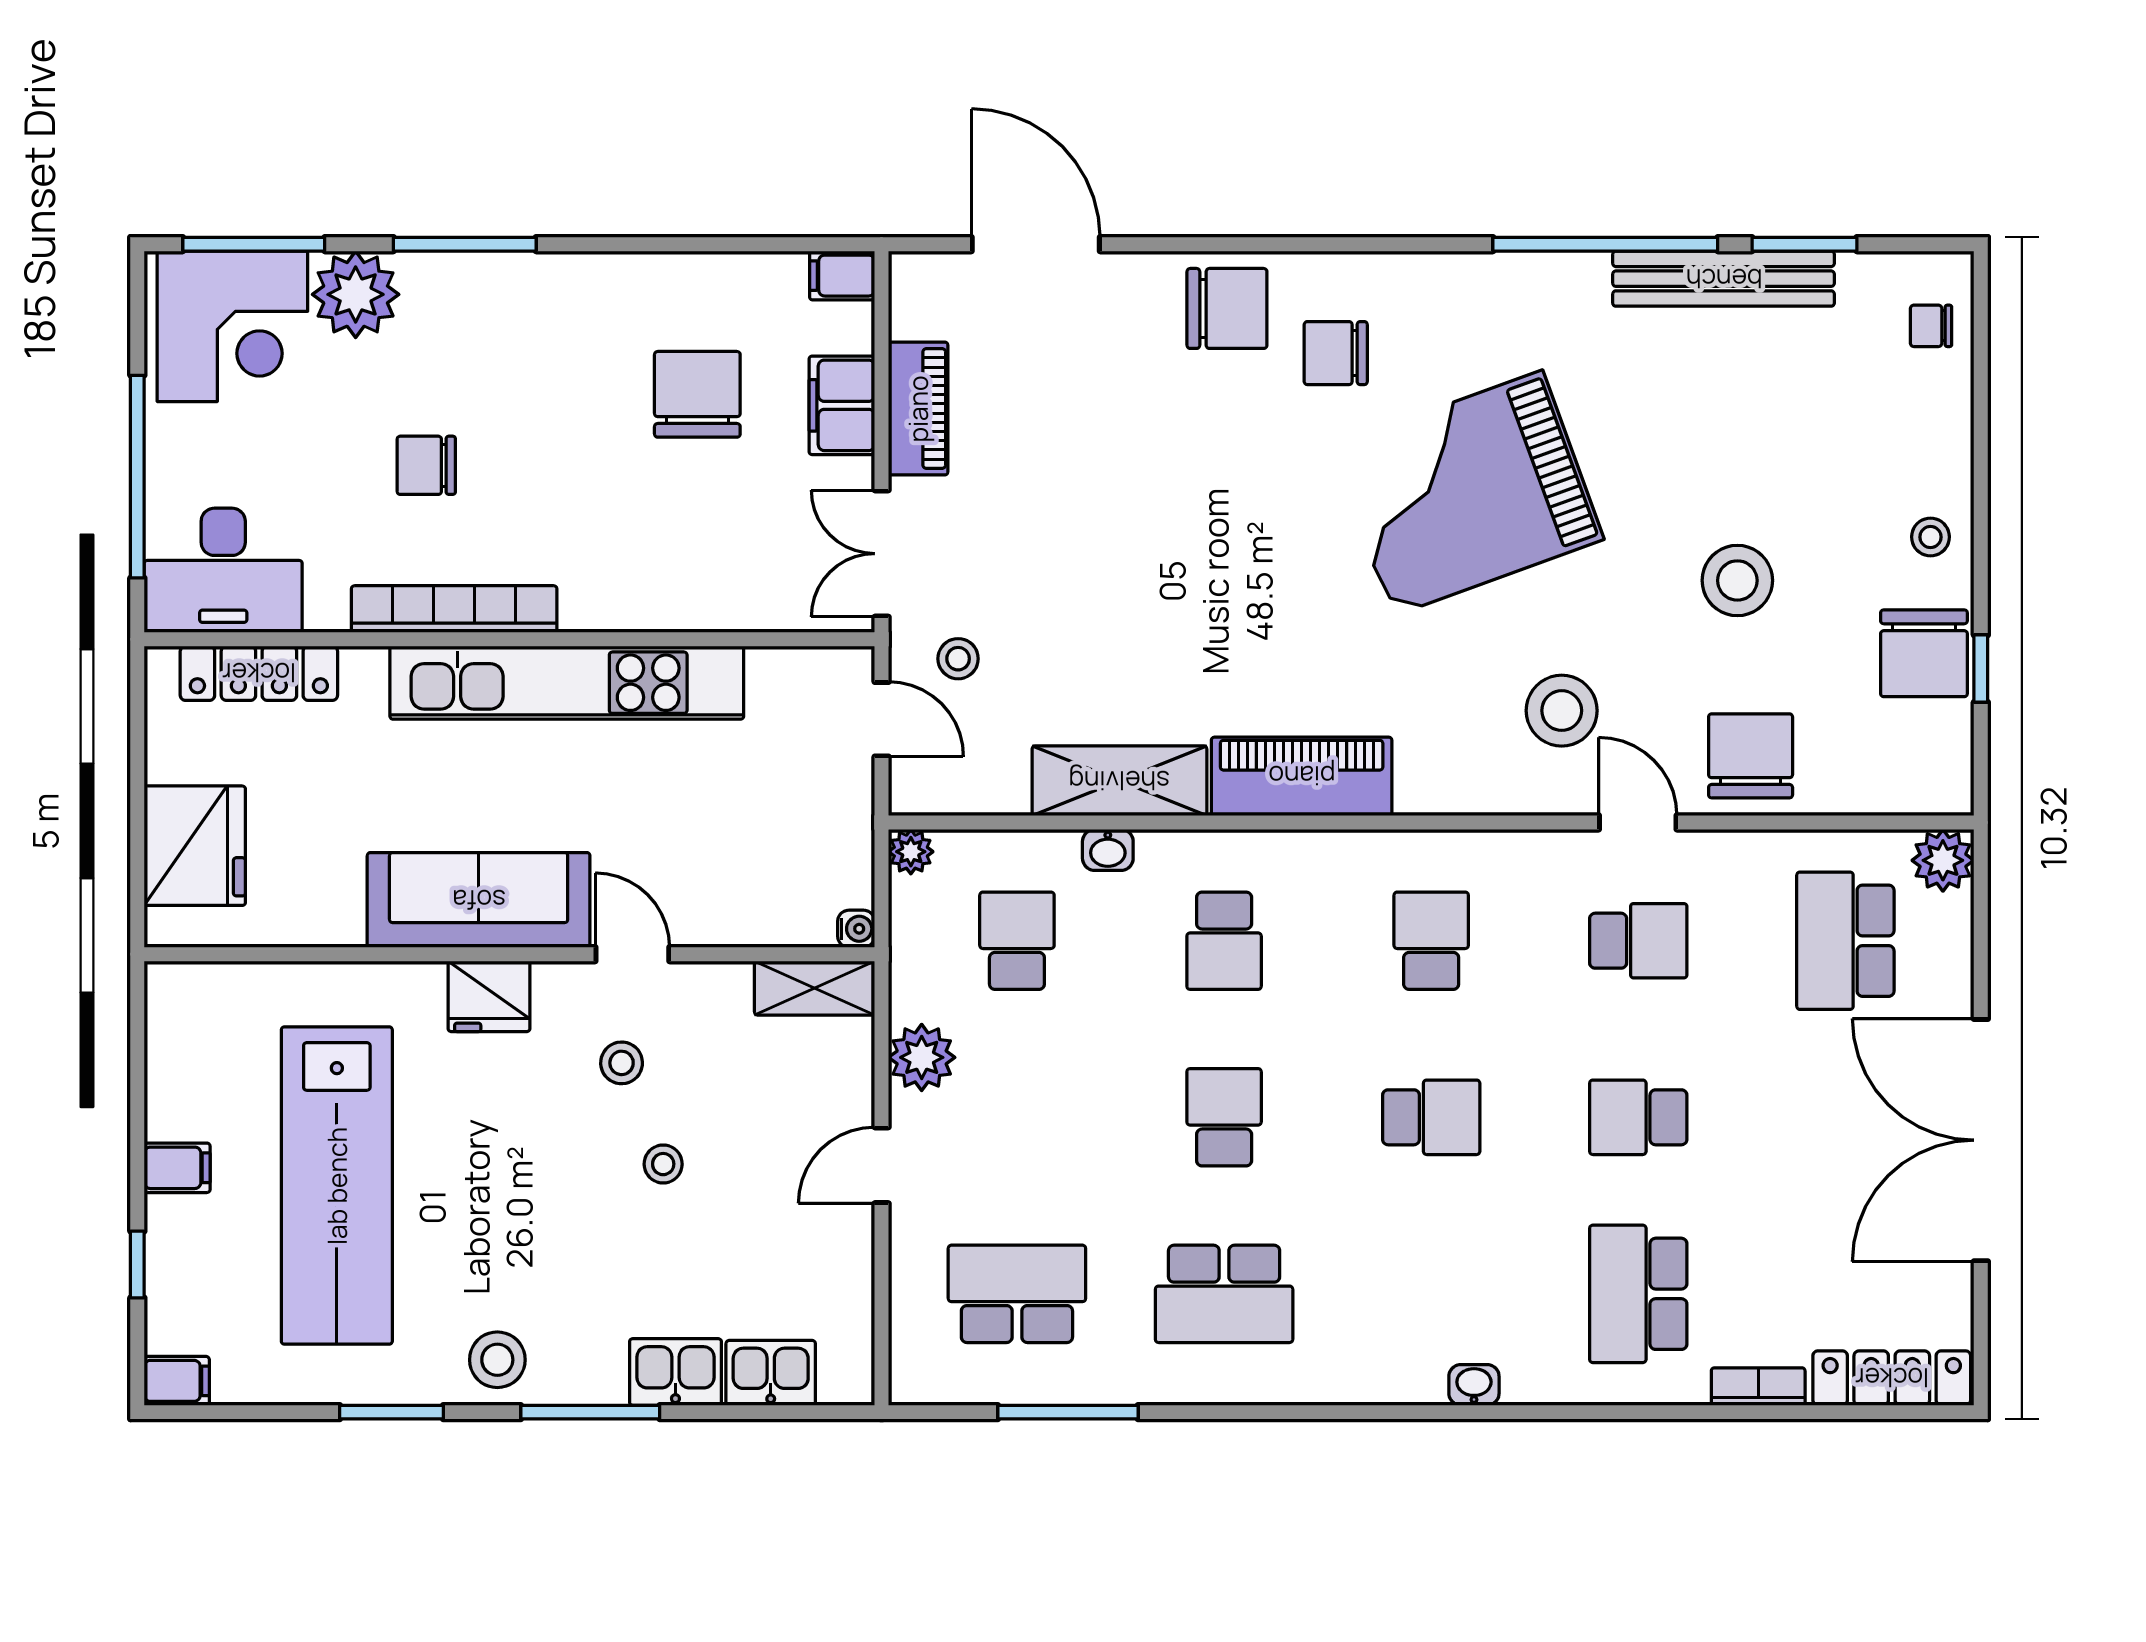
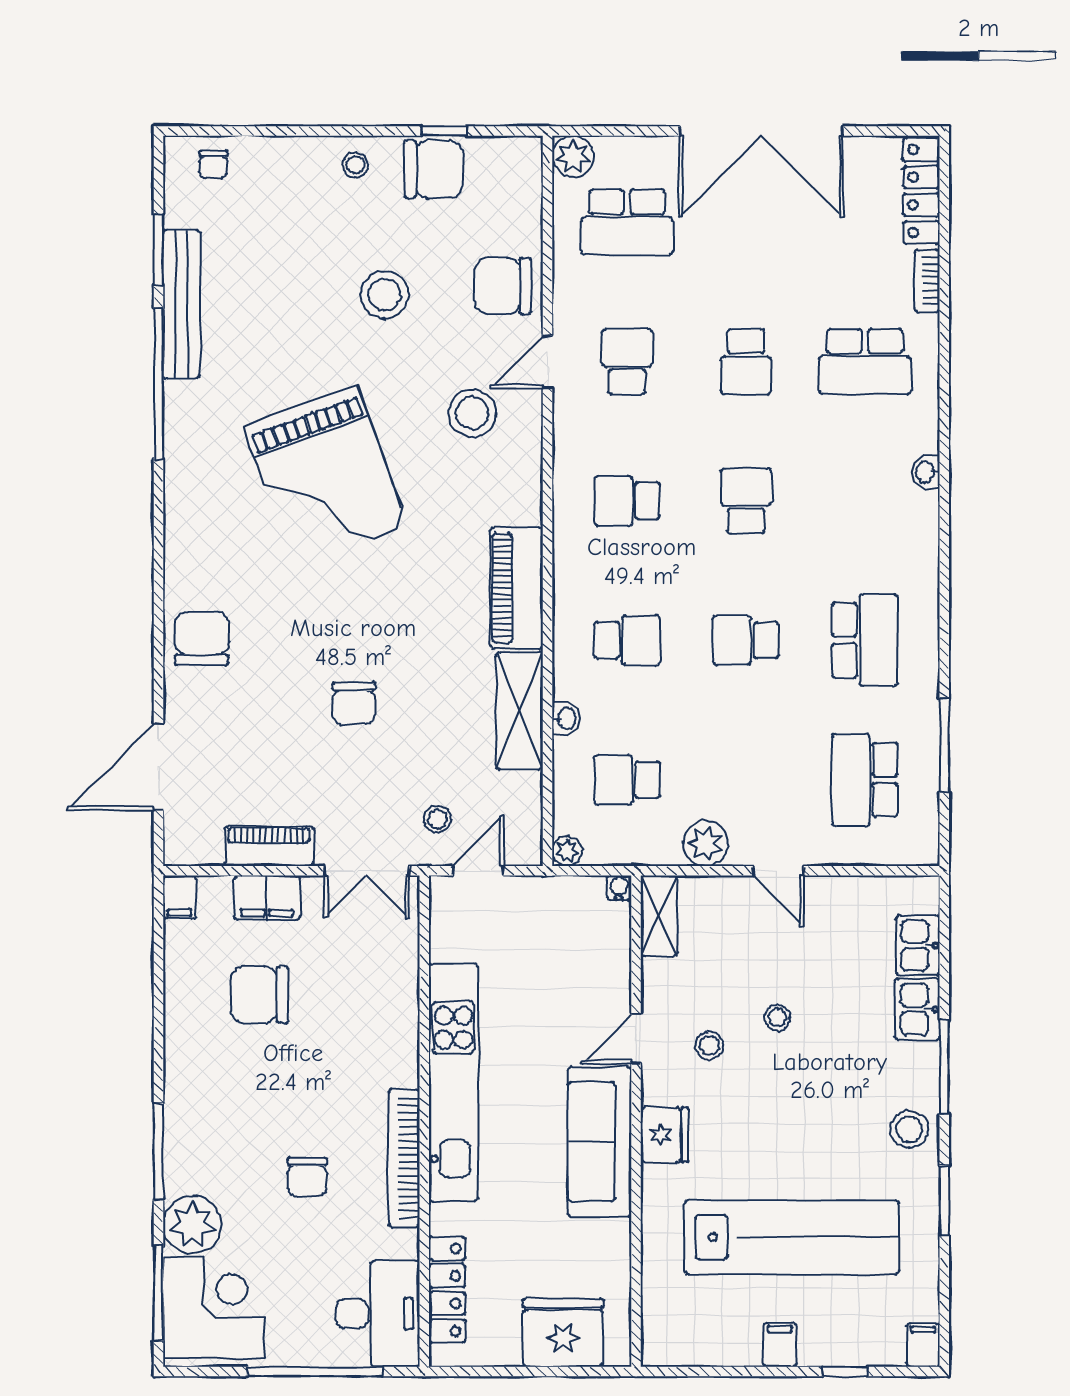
chair: (1336, 353) -> (354, 703), moved

